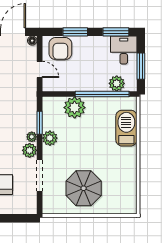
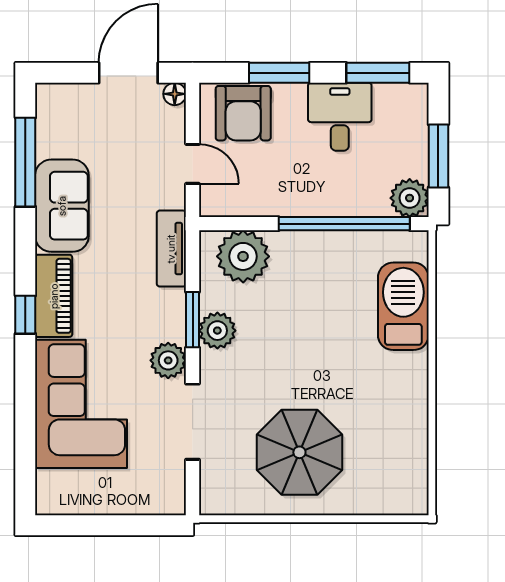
desk: (124, 50) -> (340, 117), moved
plant: (117, 83) -> (410, 198), moved
tv unit: (31, 104) -> (171, 249), added
plant: (75, 108) -> (243, 256), moved
window: (40, 123) -> (193, 320), moved
plant: (32, 137) -> (173, 327), removed

